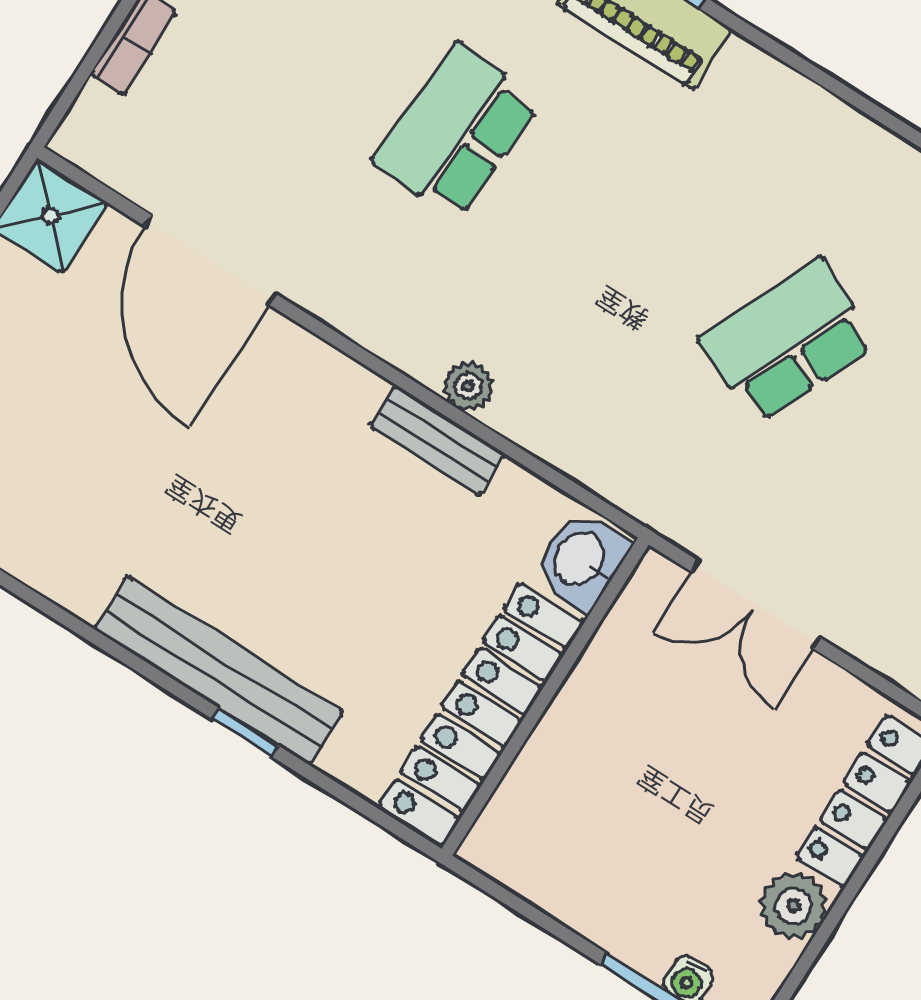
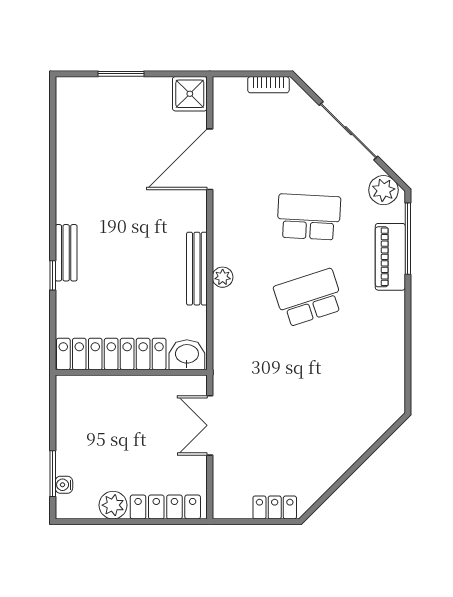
school desk: (788, 341) -> (309, 298), moved, turned -42
bench: (438, 440) -> (197, 269), width x1.36
bench: (219, 670) -> (66, 253), width x0.54, depth x0.82

